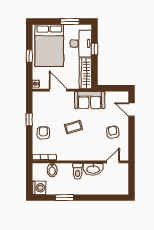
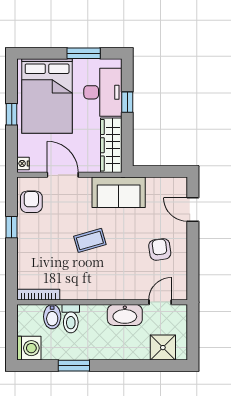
armchair: (43, 133) -> (31, 202), moved
toilet: (78, 171) -> (71, 319), moved
shower: (115, 187) -> (163, 348), added

